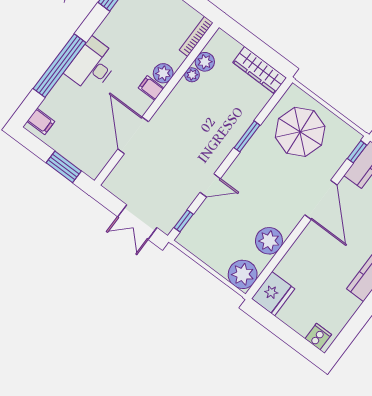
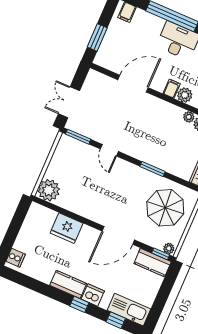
window: (184, 221) -> (78, 137), width x1.50
plant: (269, 241) -> (169, 248), moved, width x0.53, depth x0.53
fridge: (273, 294) -> (67, 228), moved

